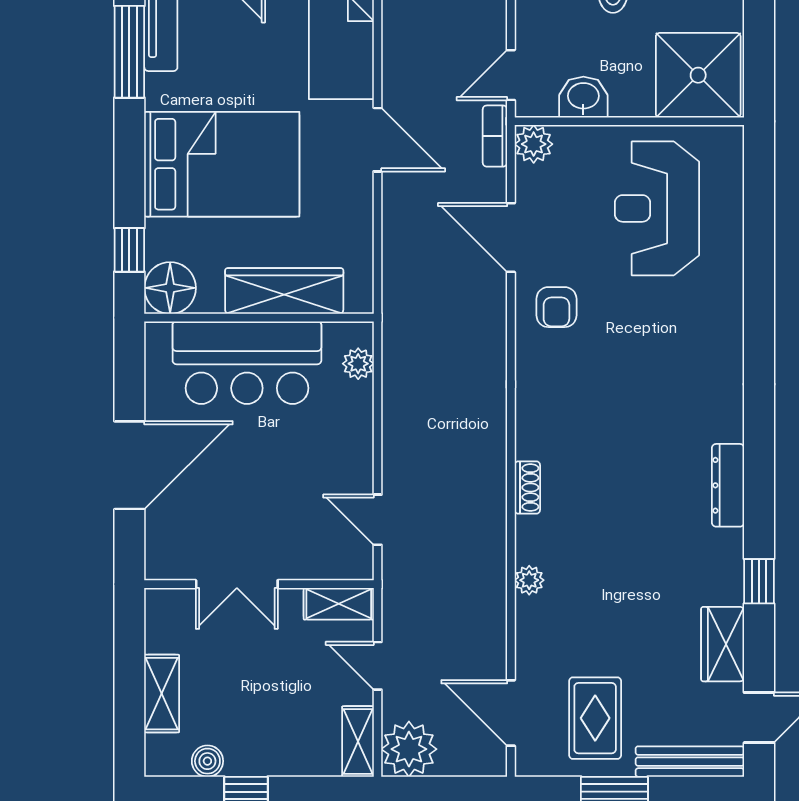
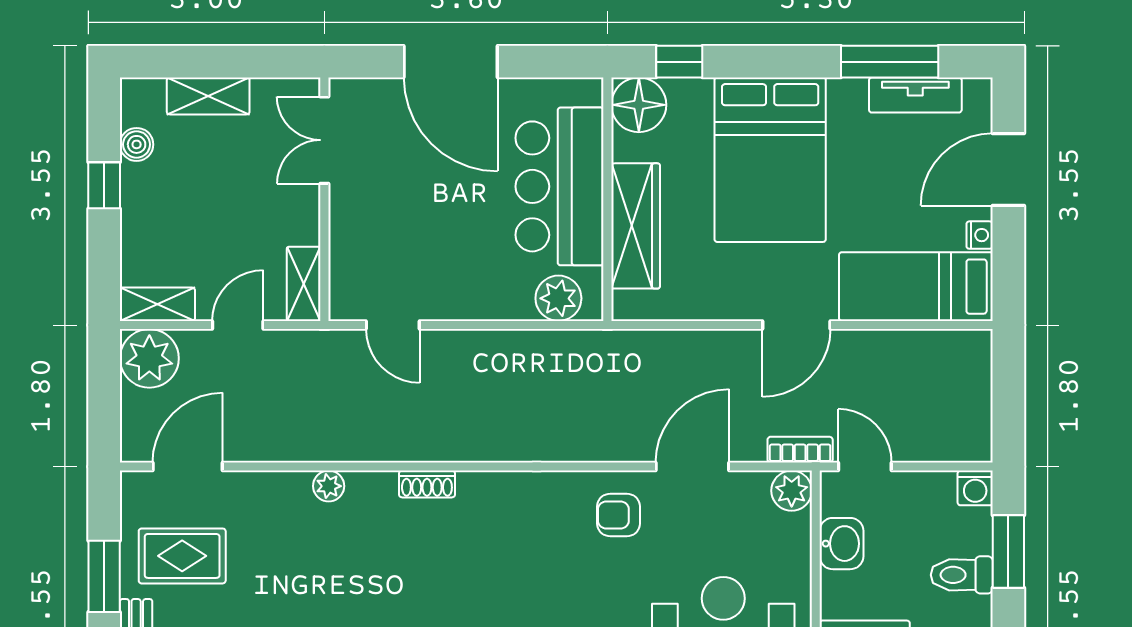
plant: (358, 364) -> (558, 298), width x1.38, depth x1.38
door: (378, 520) -> (393, 325), swing flipped
double door: (237, 584) -> (324, 140), moved

